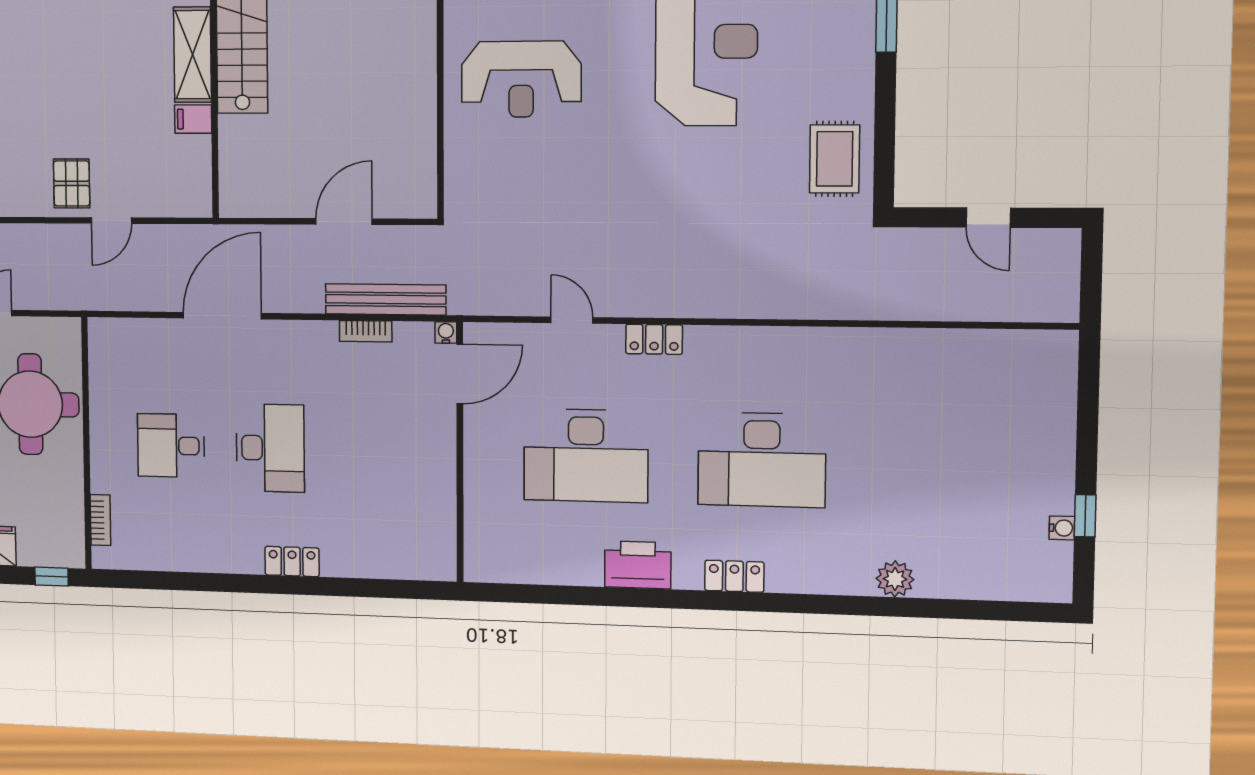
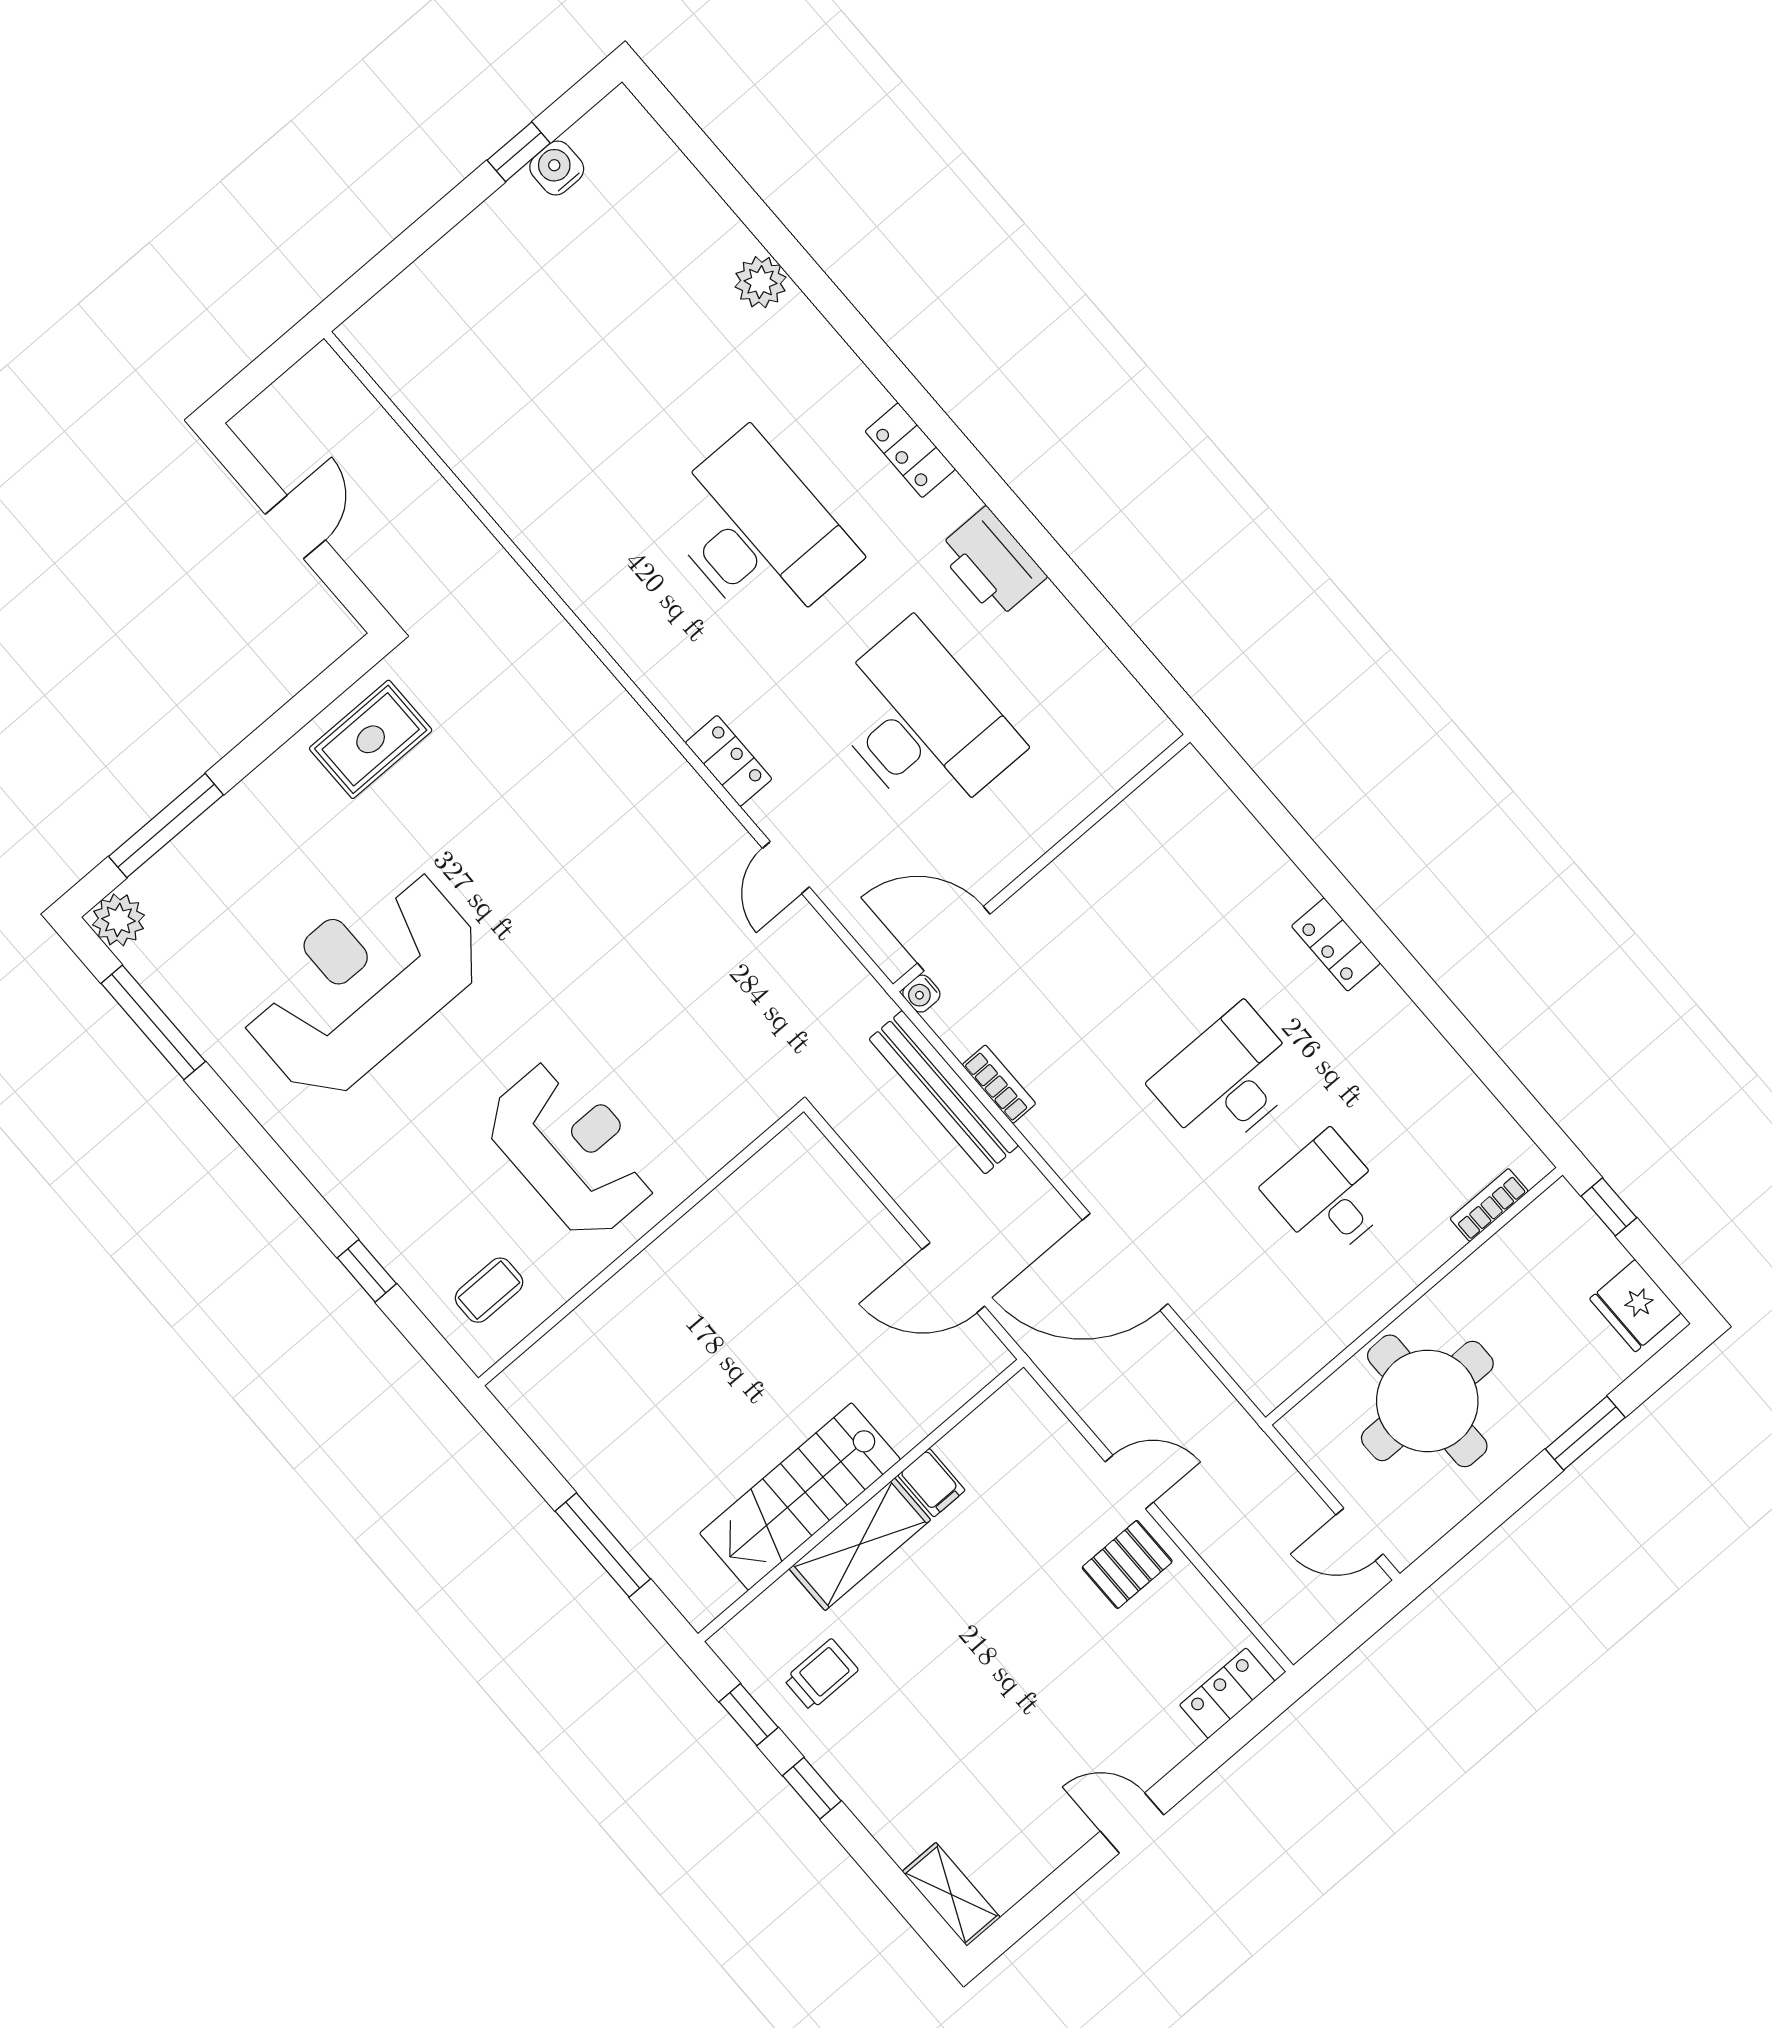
door: (344, 222) -> (953, 1278), moved
desk: (171, 446) -> (1328, 1196), turned 180
water cooler: (1062, 528) -> (557, 168), width x1.38, depth x1.38

